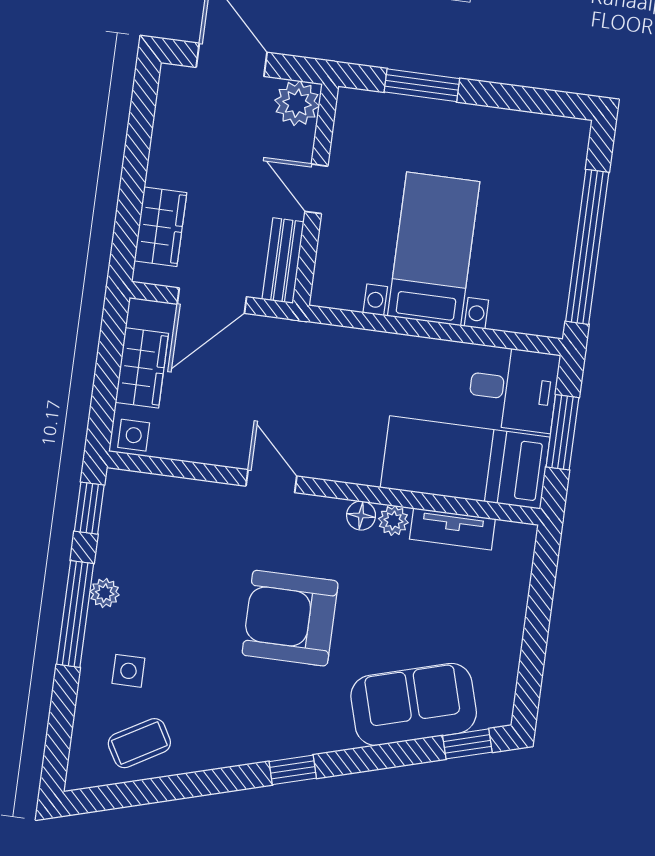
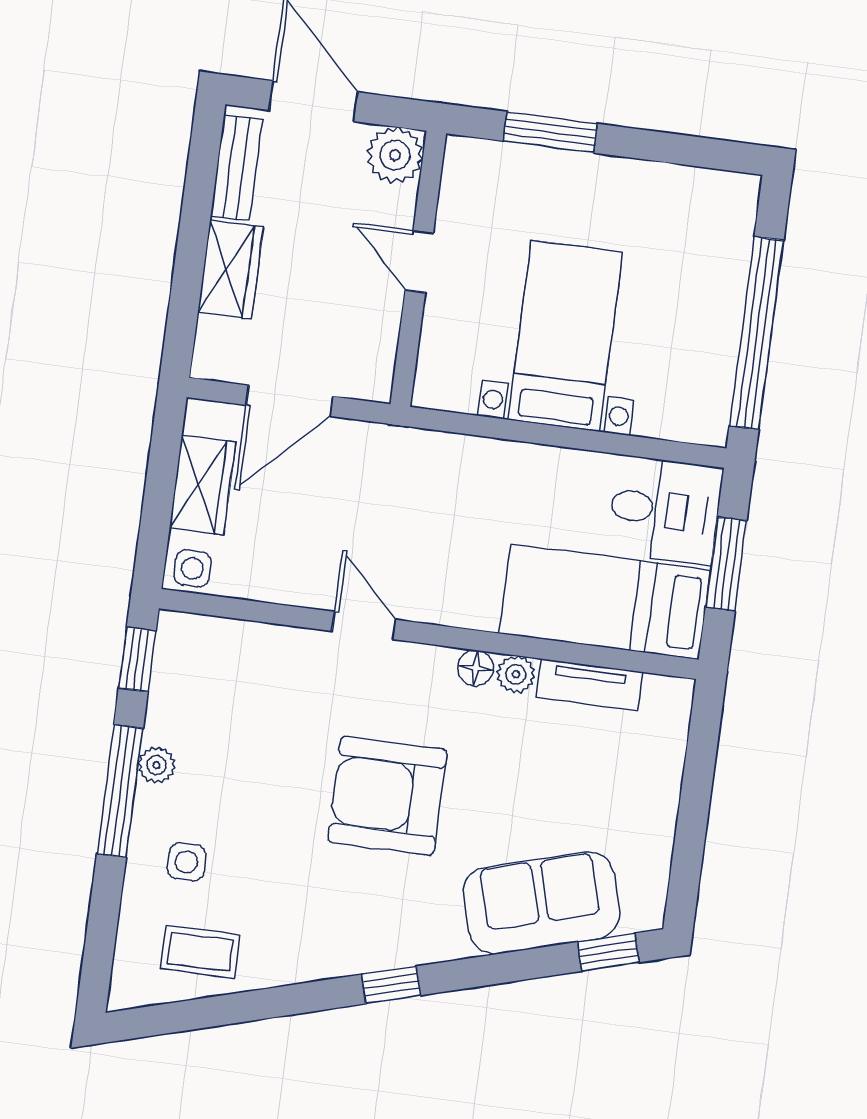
wardrobe: (160, 227) -> (230, 269), moved
bench: (283, 261) -> (236, 168), moved
coffee table: (139, 743) -> (200, 952), turned 30

